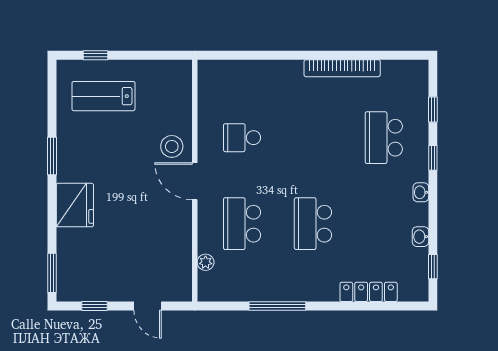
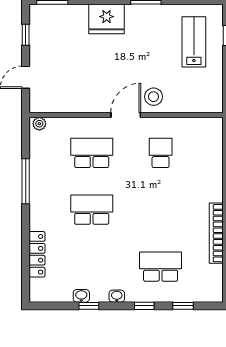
plant: (206, 262) -> (39, 124), moved
window: (433, 267) -> (89, 306), moved

